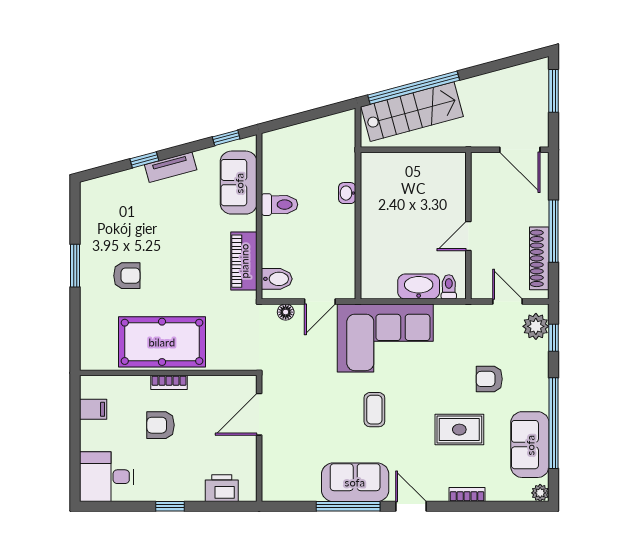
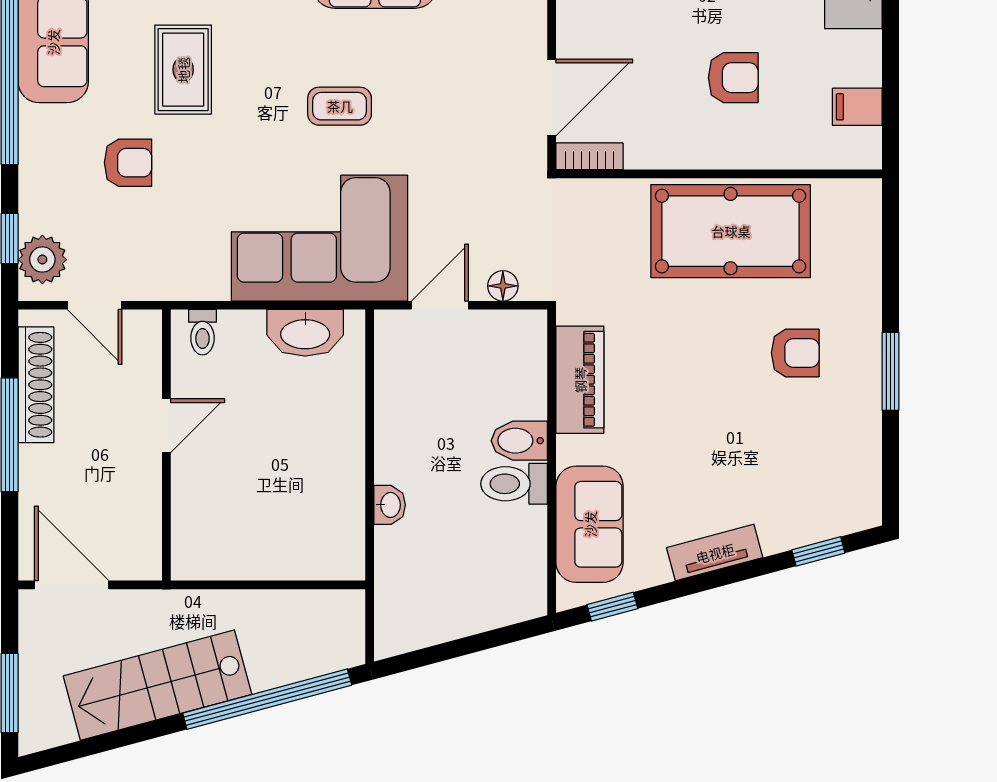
stairs: (412, 112) -> (157, 685), moved
window: (144, 160) -> (818, 551), moved
armchair: (127, 276) -> (795, 353), turned 180
bidet: (277, 279) -> (519, 441), moved
washbasin: (419, 287) -> (305, 333), moved
bookcase: (169, 382) -> (589, 156), moved
coffee table: (374, 410) -> (340, 106), turned 90
rug: (459, 430) -> (183, 70), turned 90

